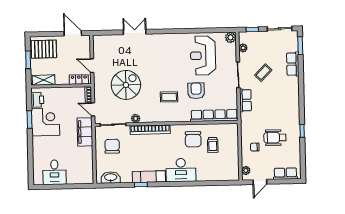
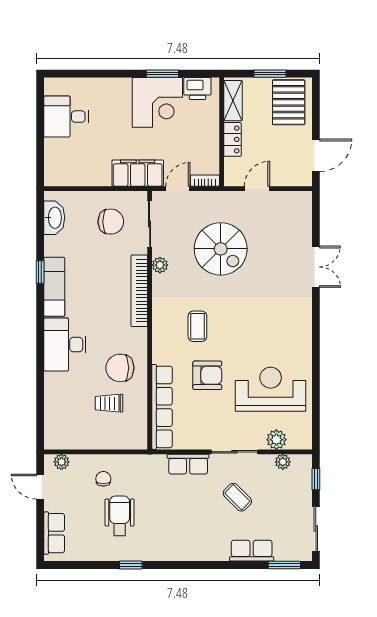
plant: (231, 37) -> (276, 440), moved
locker: (79, 80) -> (232, 139), moved

